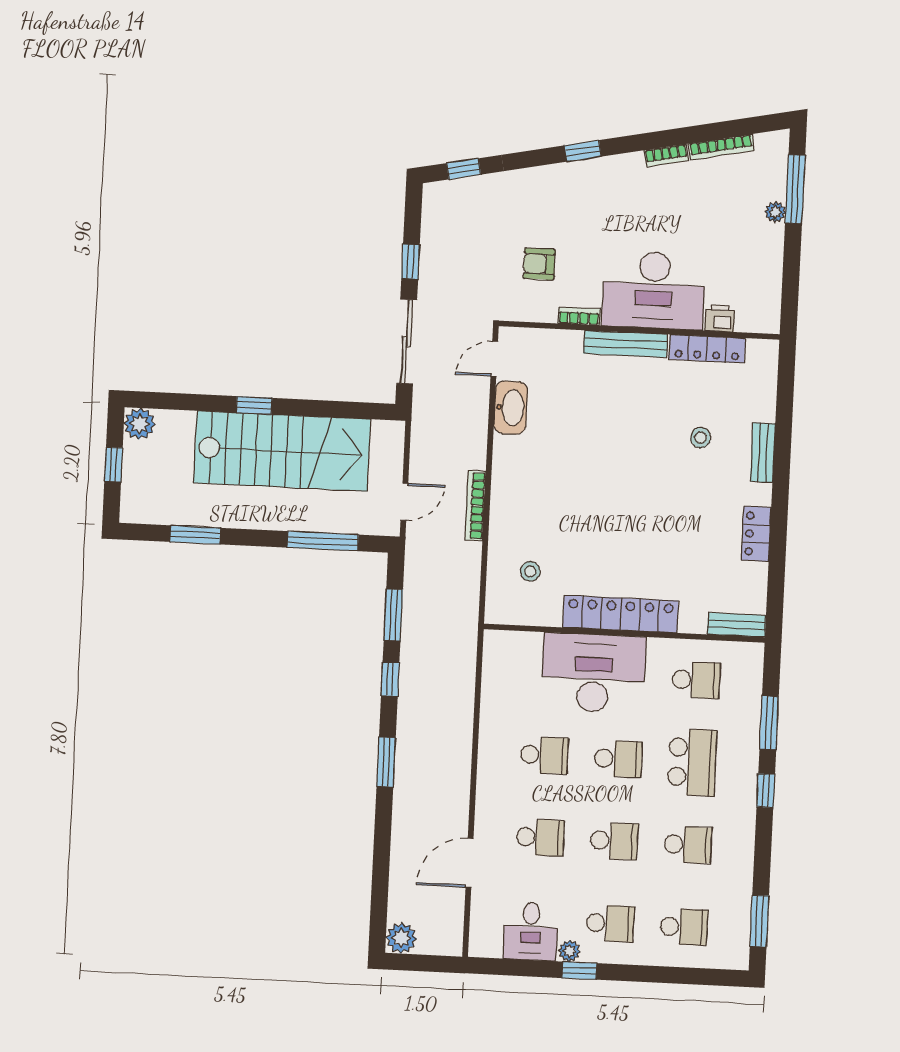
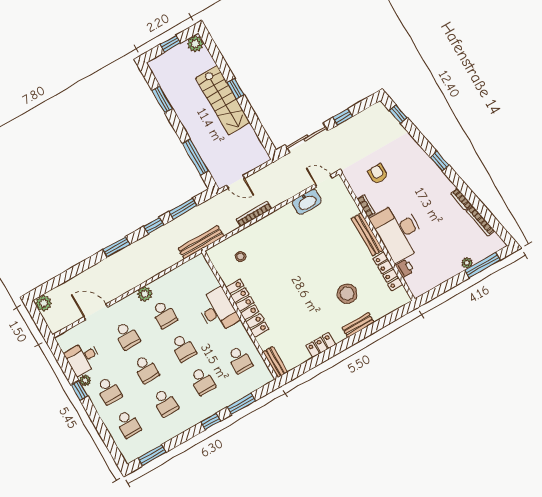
stool: (701, 438) -> (347, 294), width x1.89, depth x1.89
stairs: (282, 451) -> (223, 100), width x0.73, depth x0.66
bench: (466, 620) -> (201, 242), added
desk: (593, 673) -> (218, 310), width x0.73, depth x0.77
school desk: (692, 762) -> (202, 381), width x0.54
plant: (491, 765) -> (145, 294), added

